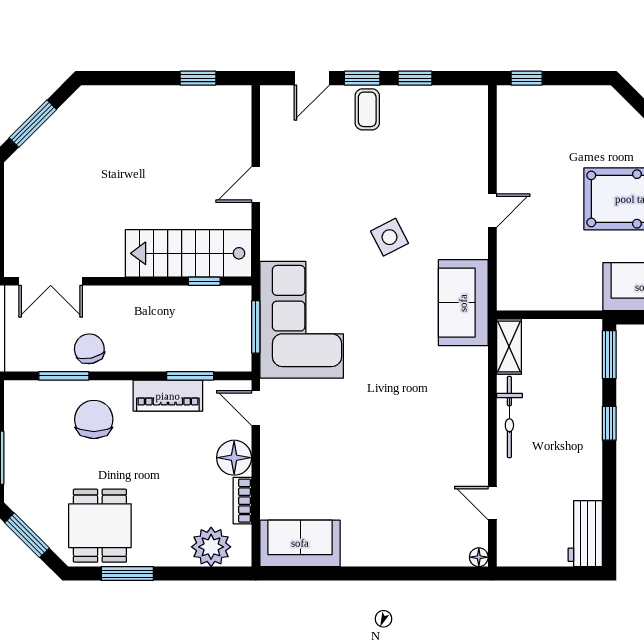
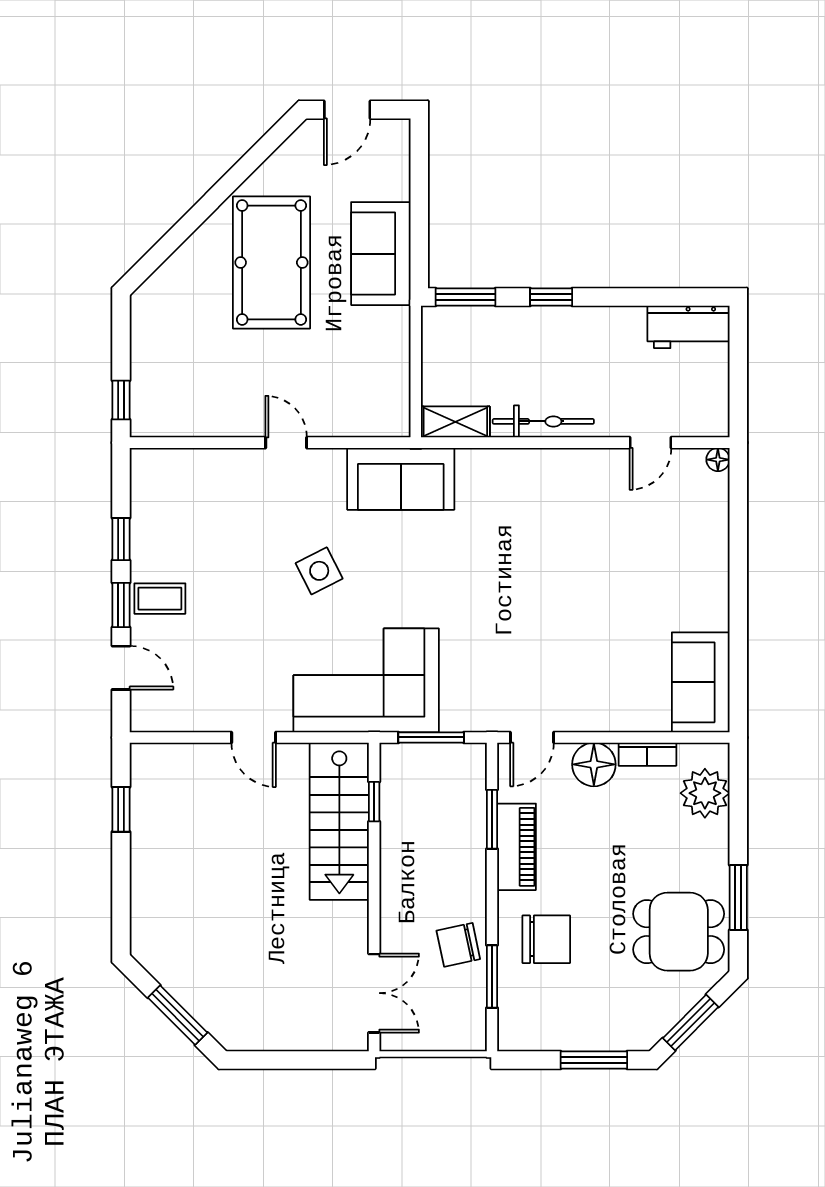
corner sofa: (302, 320) -> (366, 680), moved
chair: (94, 419) -> (546, 939), turned 180

